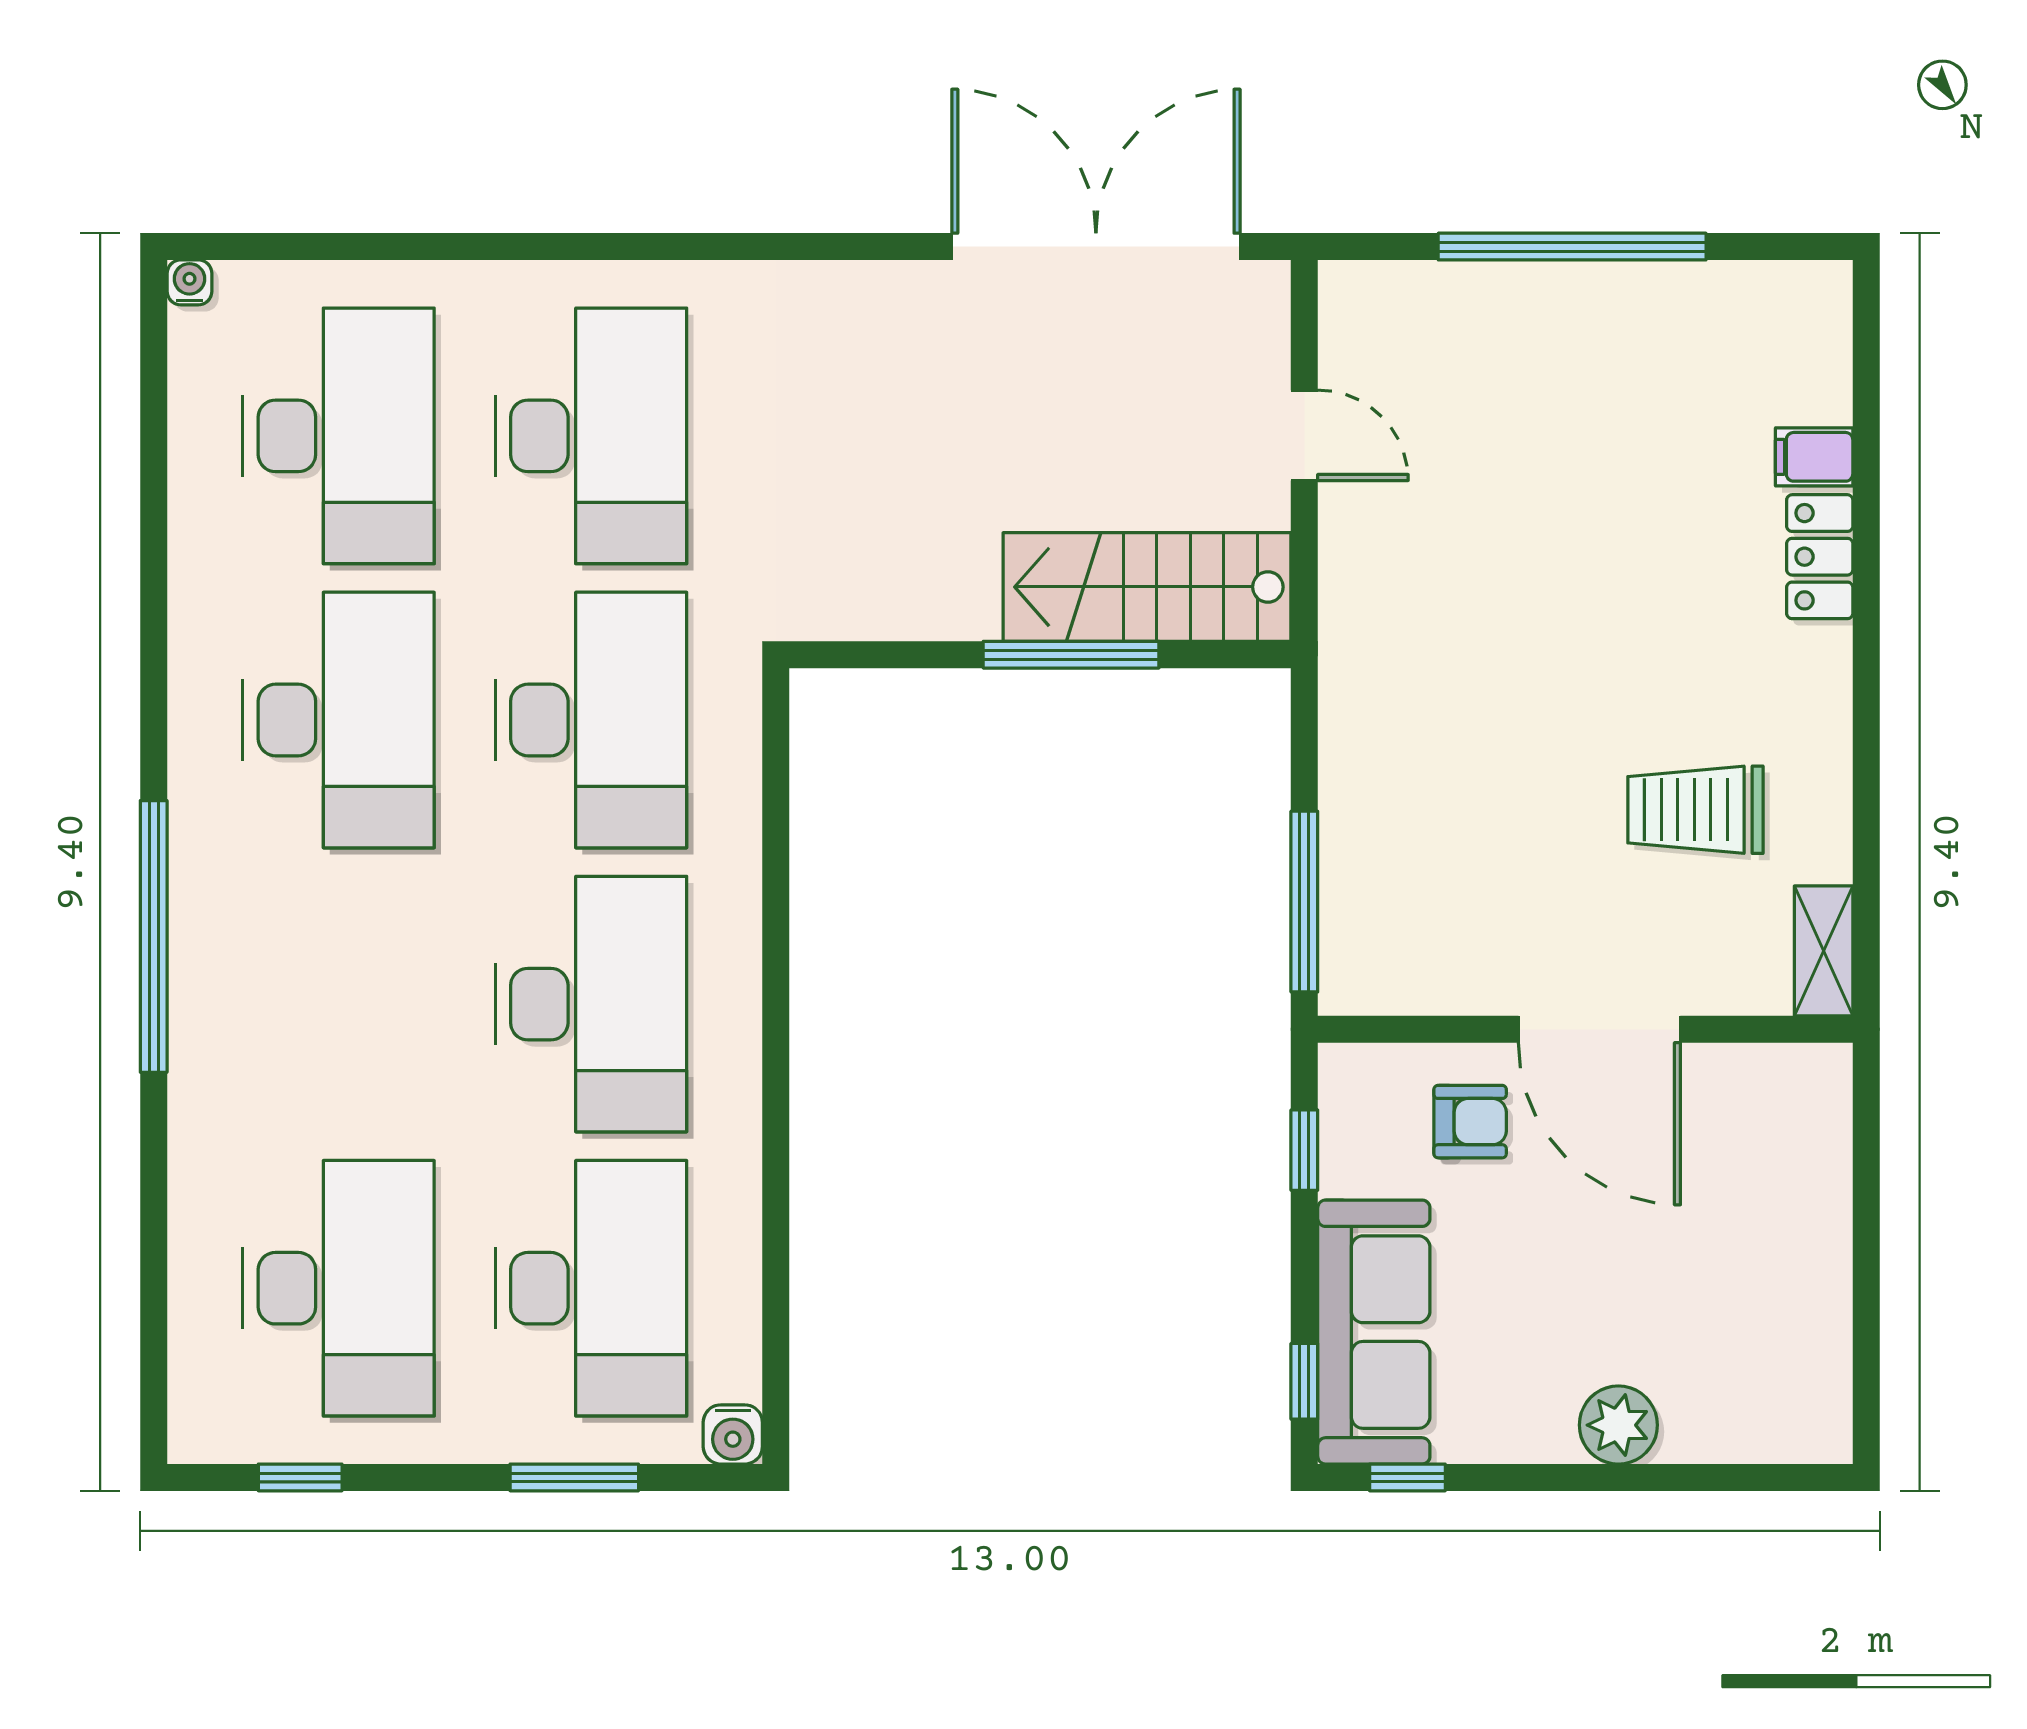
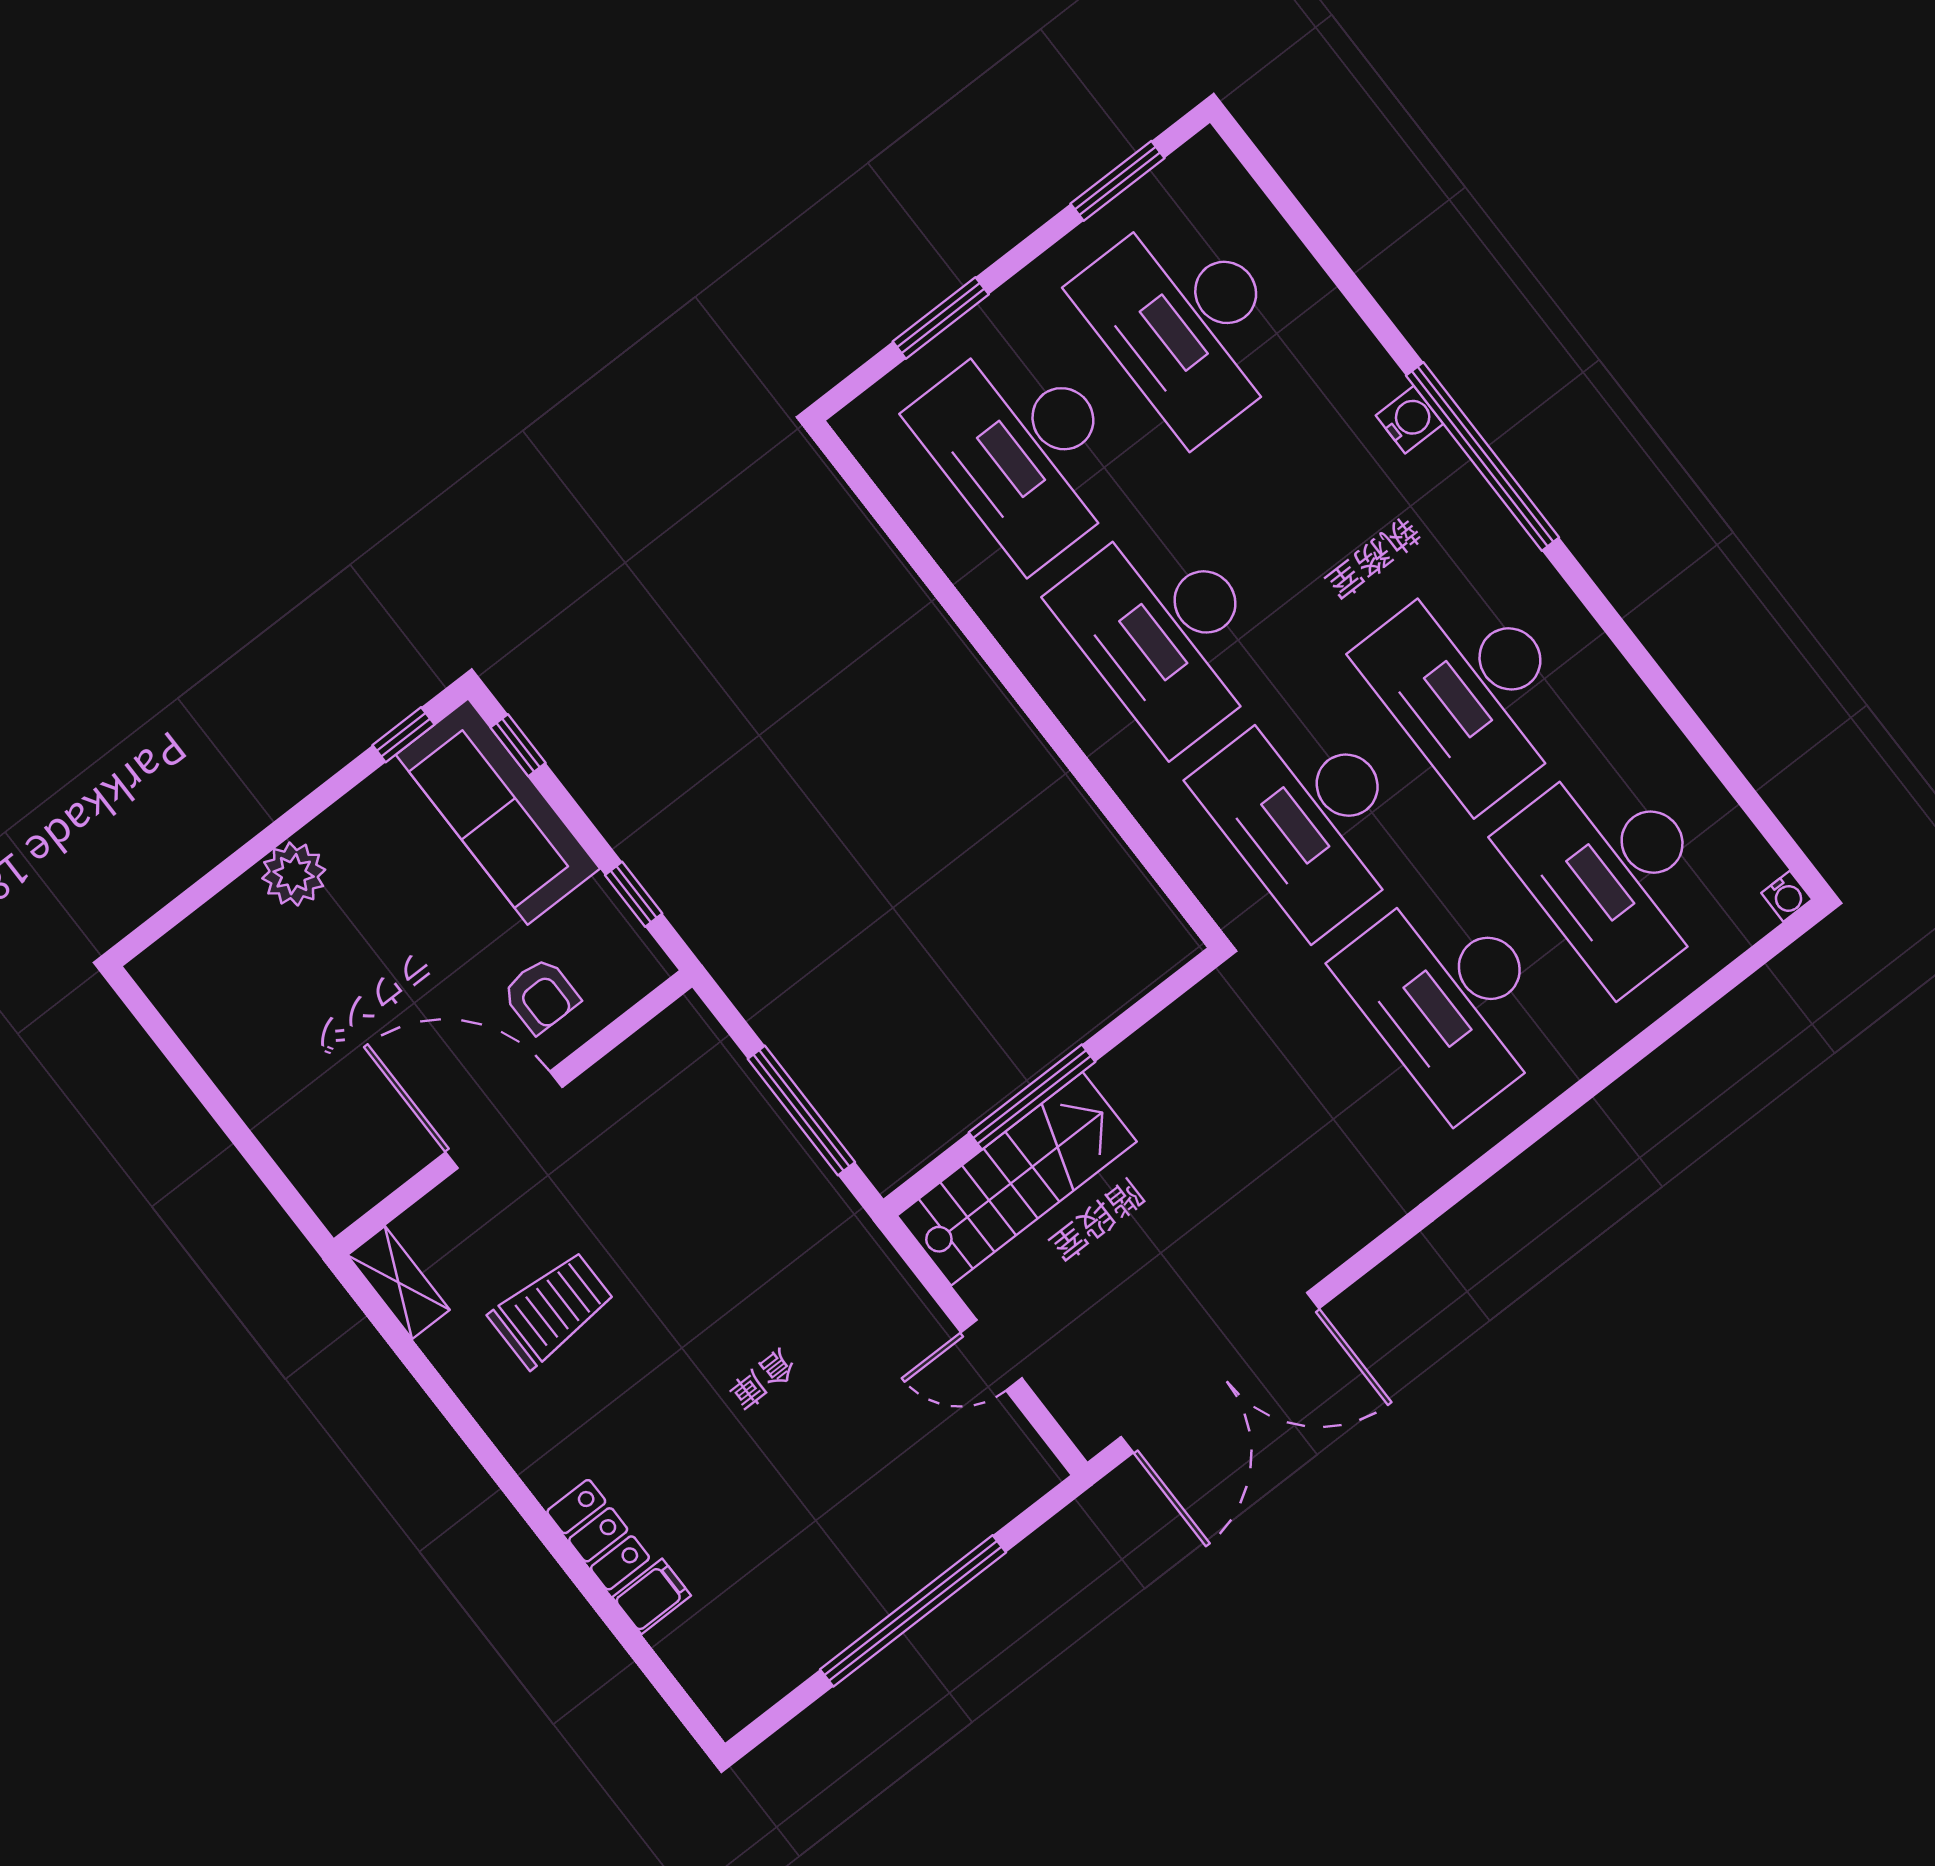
window: (1304, 902) -> (801, 1110), moved
armchair: (1470, 1122) -> (541, 996), turned -90
water cooler: (733, 1434) -> (1410, 420), moved, turned 90
window: (300, 1477) -> (1117, 181), width x1.50

